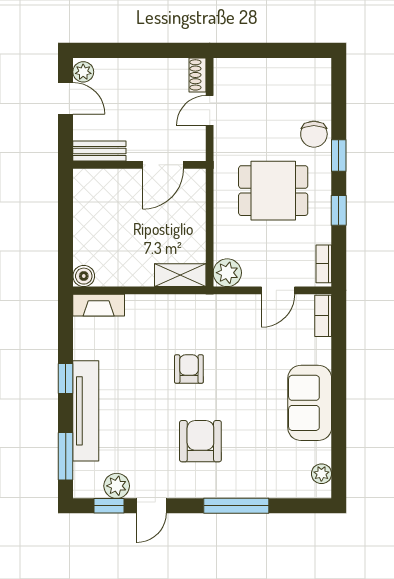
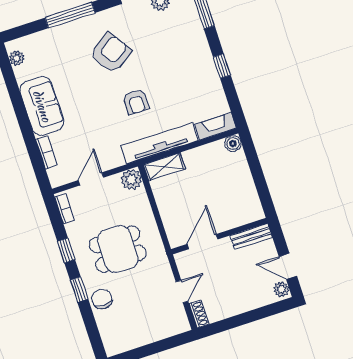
bookcase: (323, 316) -> (46, 152), moved
tv unit: (86, 411) -> (159, 143), moved, turned 90
armchair: (200, 441) -> (111, 53), turned -124

